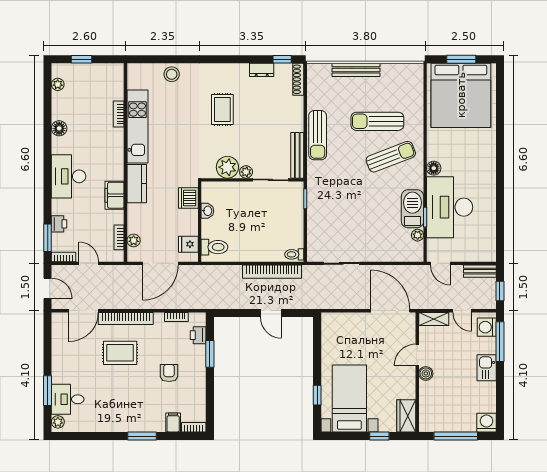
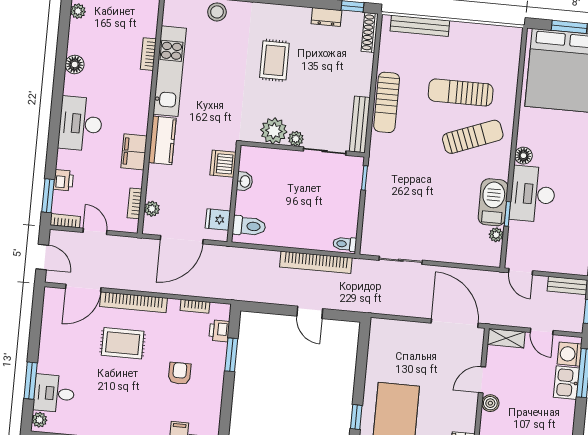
bench: (356, 70) -> (420, 26), moved
desk: (450, 207) -> (533, 194), width x0.73, depth x0.77
kitchen sink: (487, 368) -> (566, 383), moved

